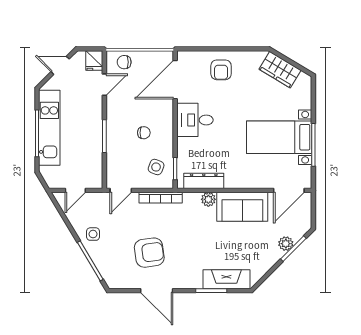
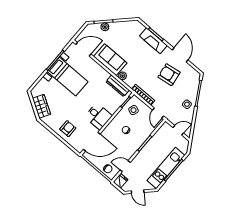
door: (121, 190) -> (158, 113), swing flipped
fireplace: (226, 279) -> (153, 41), moved

